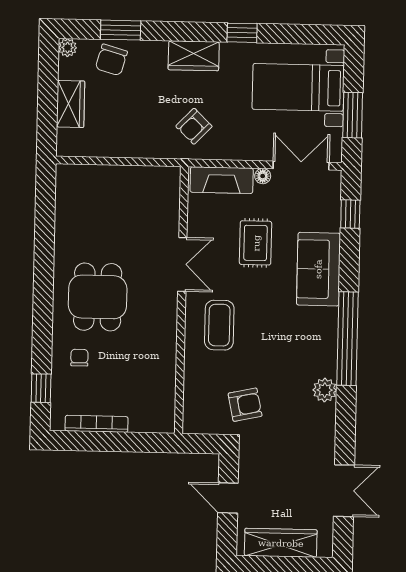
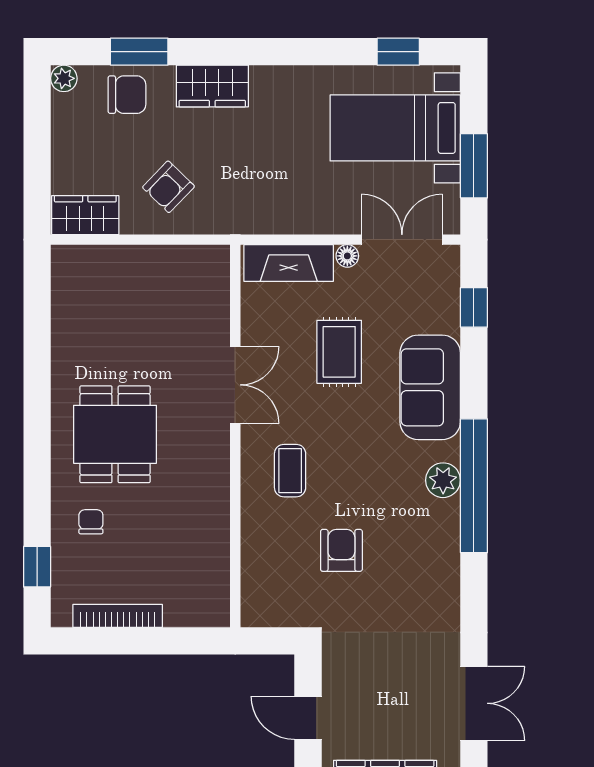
window: (242, 33) -> (398, 52), moved
wardrobe: (194, 56) -> (212, 86), moved
chair: (111, 60) -> (127, 95), turned -106
wardrobe: (71, 104) -> (85, 215), moved, turned -90
armchair: (194, 126) -> (168, 187), moved
coffee table: (219, 325) -> (290, 471), width x0.73, depth x0.77
plant: (325, 390) -> (443, 480), moved
armchair: (245, 405) -> (341, 550), moved, turned -78

